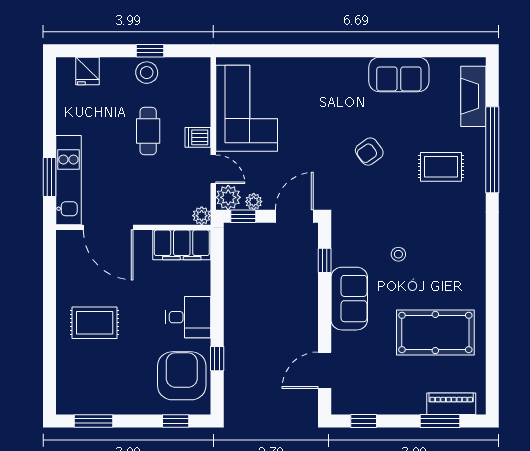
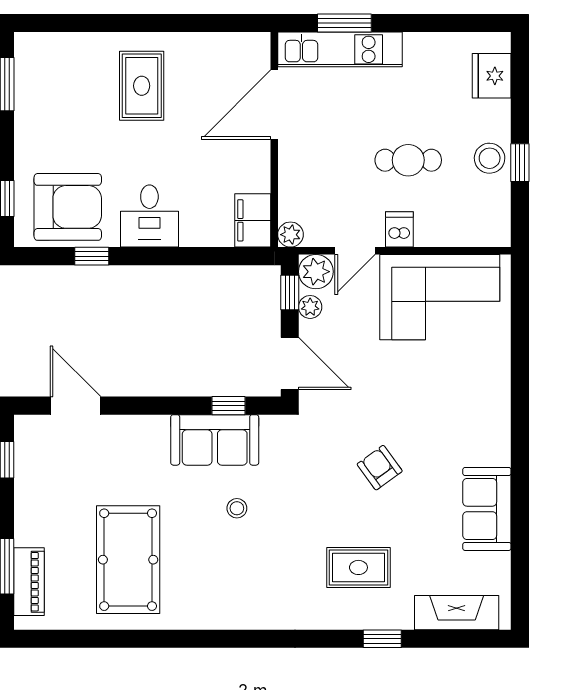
fridge: (87, 71) -> (492, 76), width x1.38
window: (492, 150) -> (382, 639), width x0.32
rug: (441, 167) -> (358, 567), turned 90
filing cabinet: (182, 245) -> (253, 220), width x0.67, depth x0.86
sofa: (349, 299) -> (215, 440), moved

